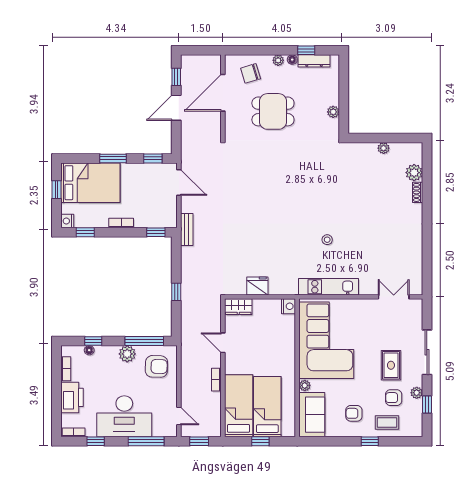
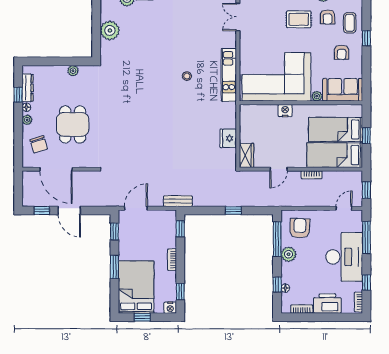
plant: (384, 148) -> (110, 30), width x1.88, depth x1.88
nightstand: (289, 306) -> (285, 111), moved

